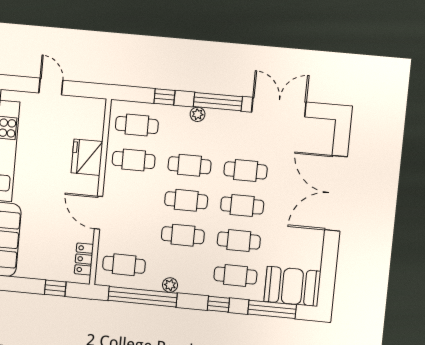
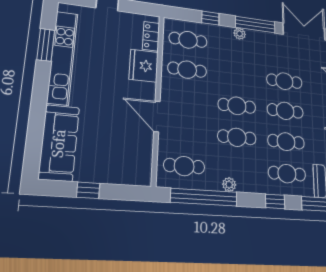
cafe table: (189, 165) -> (237, 76), removed
locker: (84, 259) -> (151, 36), moved
window: (55, 288) -> (88, 190), moved

